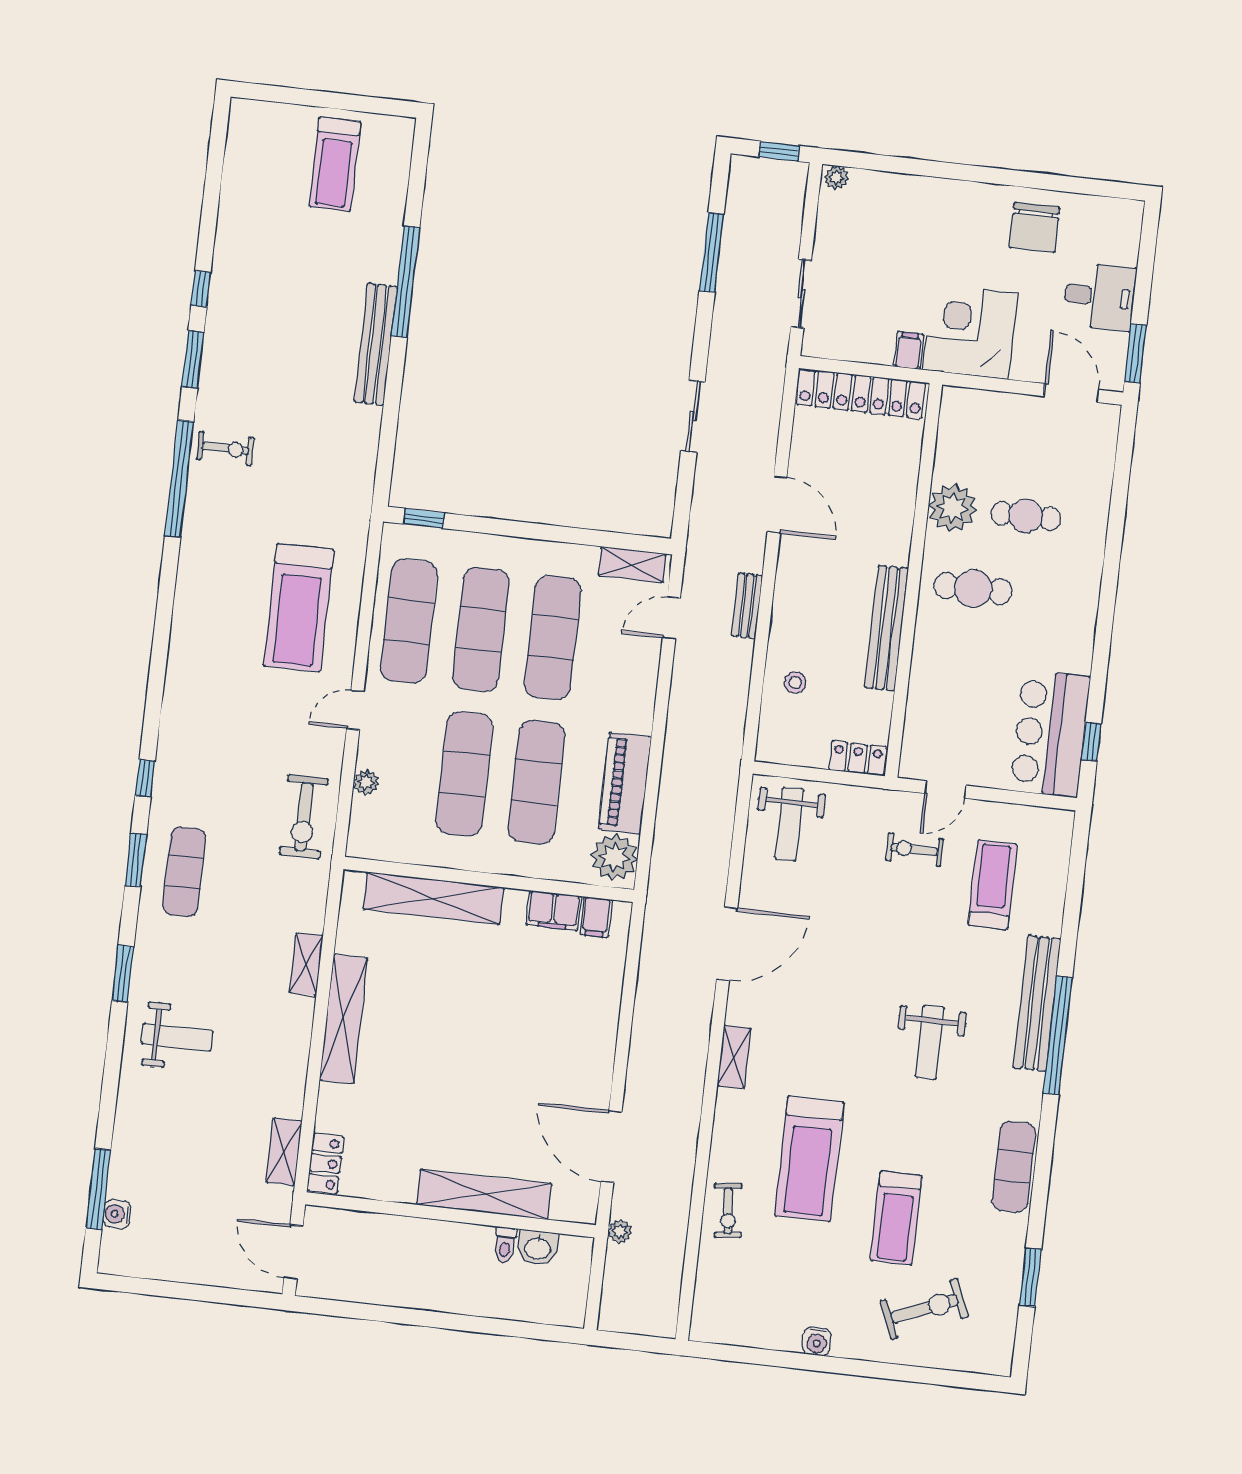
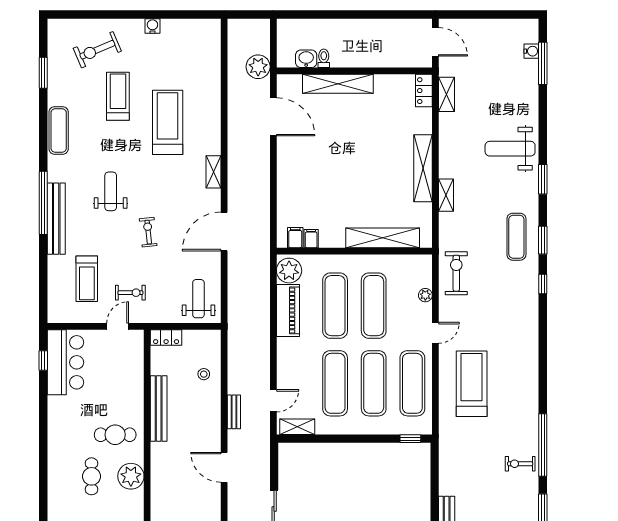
cafe table: (1026, 516) -> (92, 476), turned 90
filing cabinet: (554, 910) -> (311, 239), width x0.50
weight bench: (177, 1037) -> (510, 149), width x1.36, depth x1.33
exercise bike: (728, 1211) -> (148, 232), moved
plant: (620, 1232) -> (258, 67), width x1.88, depth x1.88

